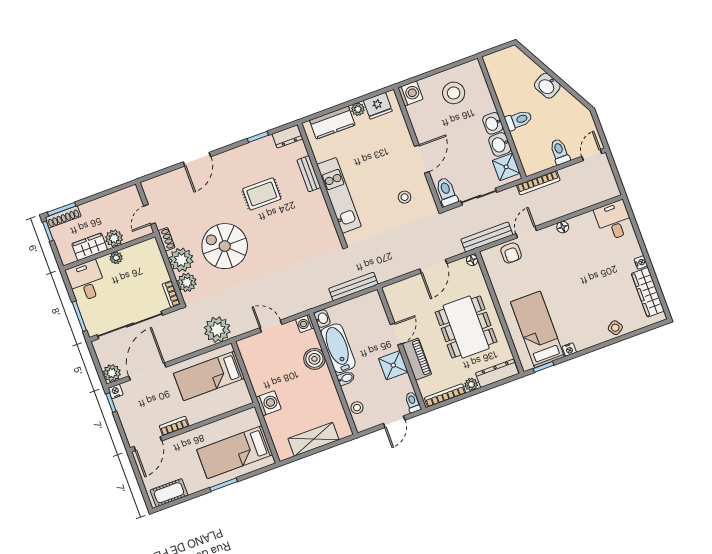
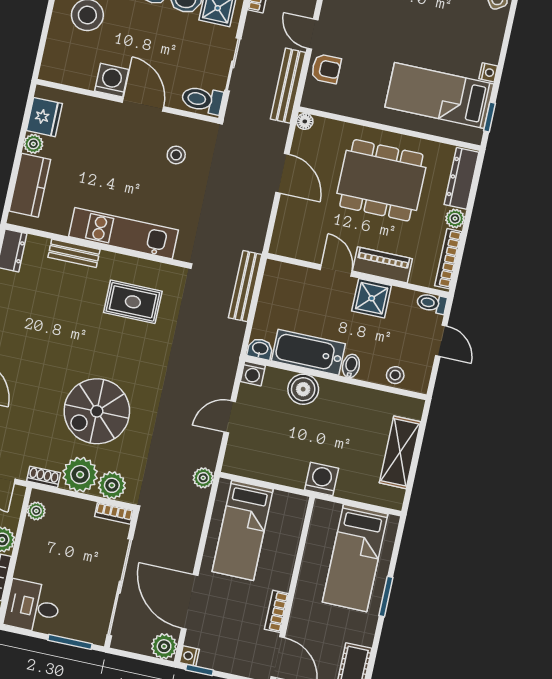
washing machine: (410, 93) -> (112, 80), moved
rug: (262, 194) -> (133, 302), moved, turned 90
plant: (116, 258) -> (36, 511), moved
plant: (217, 330) -> (203, 478), width x0.53, depth x0.53

